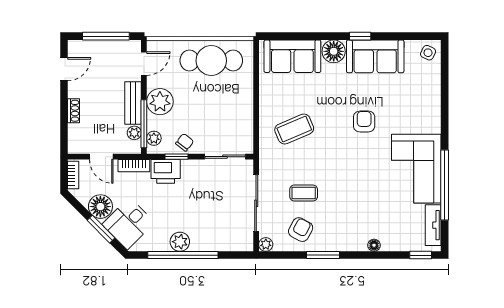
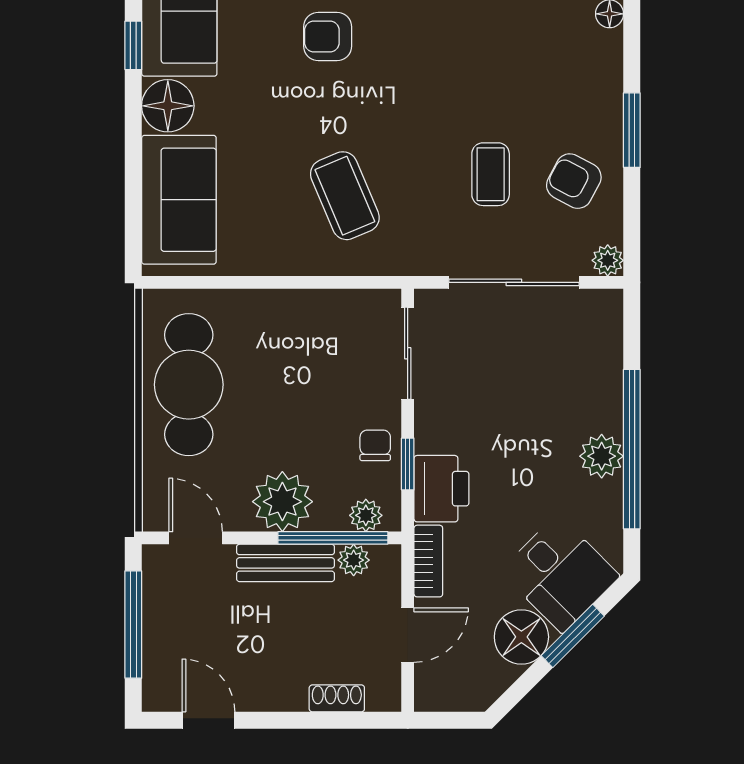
shoe rack: (74, 111) -> (337, 698), moved
chair: (185, 142) -> (375, 445), turned 52
bookcase: (73, 175) -> (450, 699), removed

